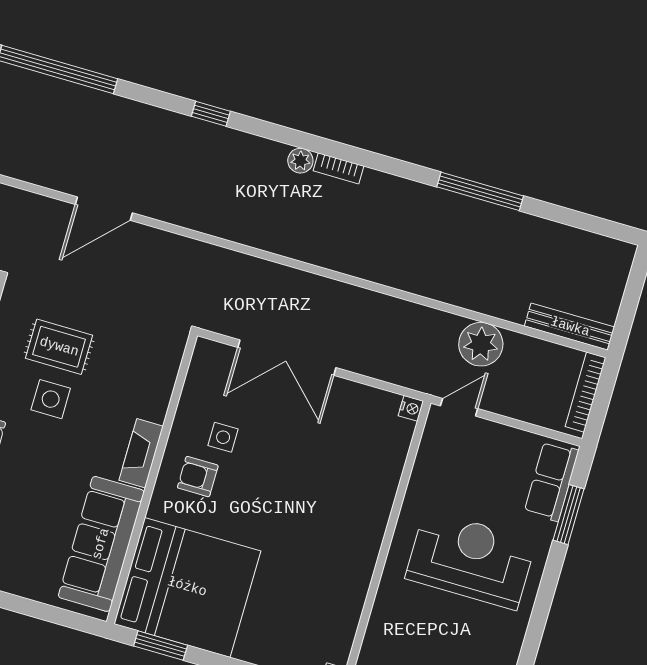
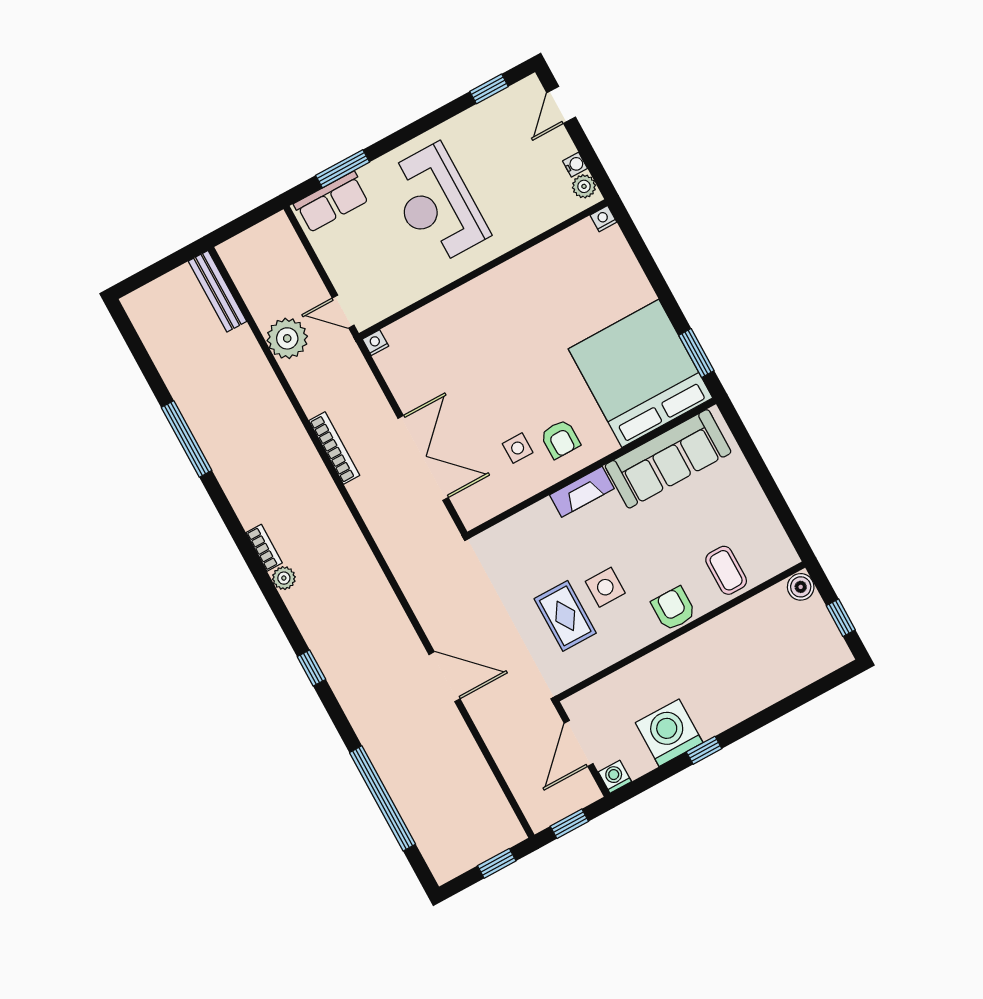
bookcase: (585, 392) -> (334, 448), moved, turned -90

